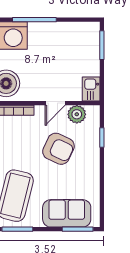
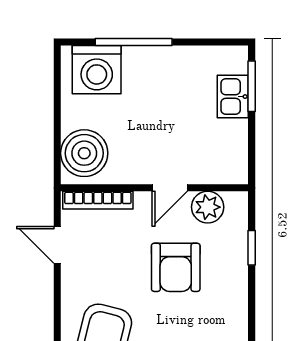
kitchen sink: (91, 89) -> (233, 97), moved
armchair: (58, 149) -> (176, 267), turned 65

